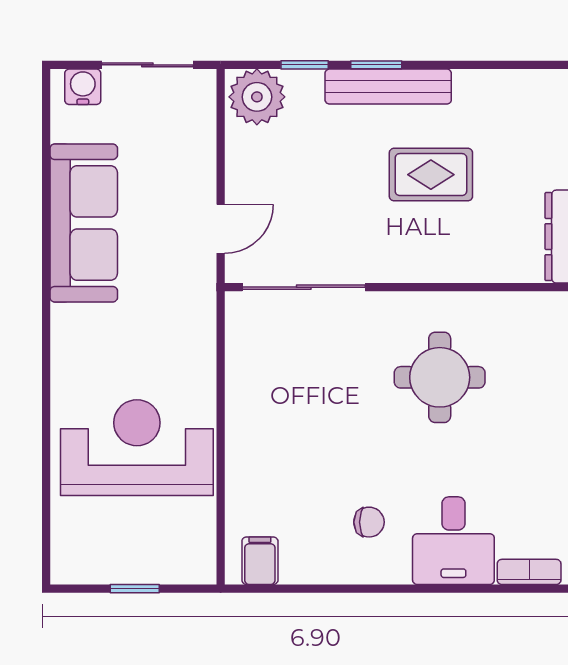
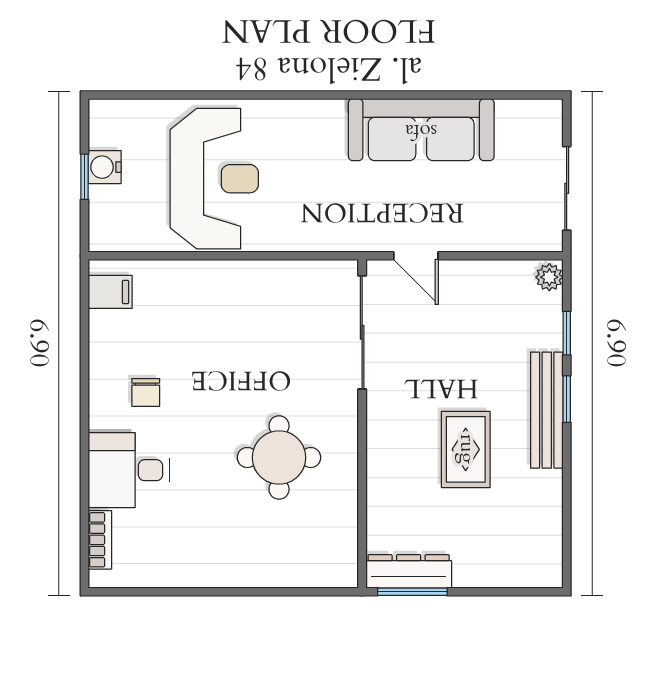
water cooler: (83, 87) -> (105, 167), moved, turned 180
plant: (257, 97) -> (549, 277), width x0.53, depth x0.53

